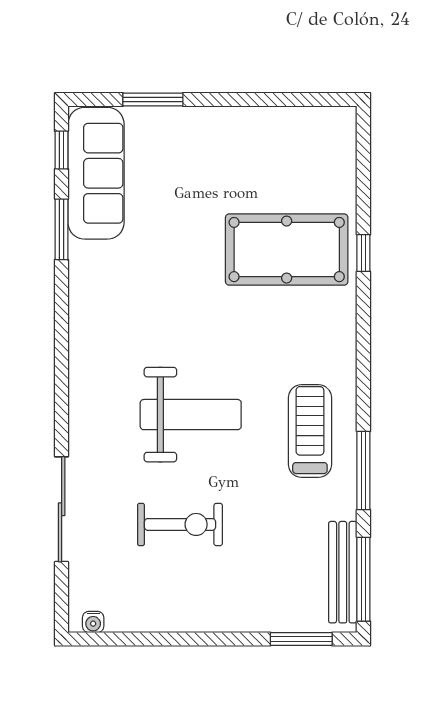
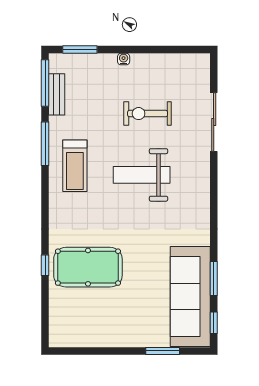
sofa: (96, 173) -> (190, 296), width x1.36, depth x1.27
bench: (343, 572) -> (57, 94), width x0.73
water cooler: (93, 622) -> (124, 59), moved

